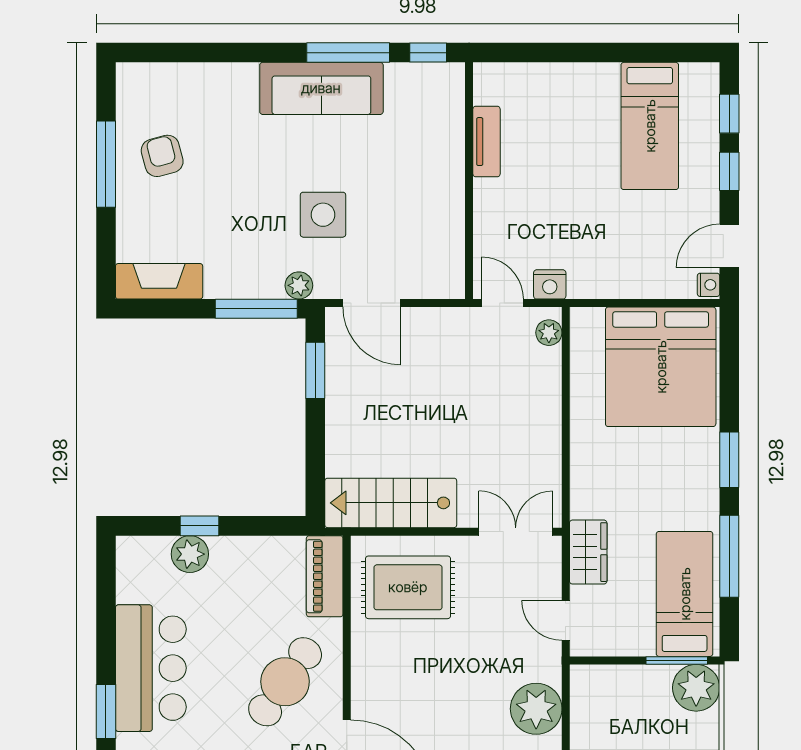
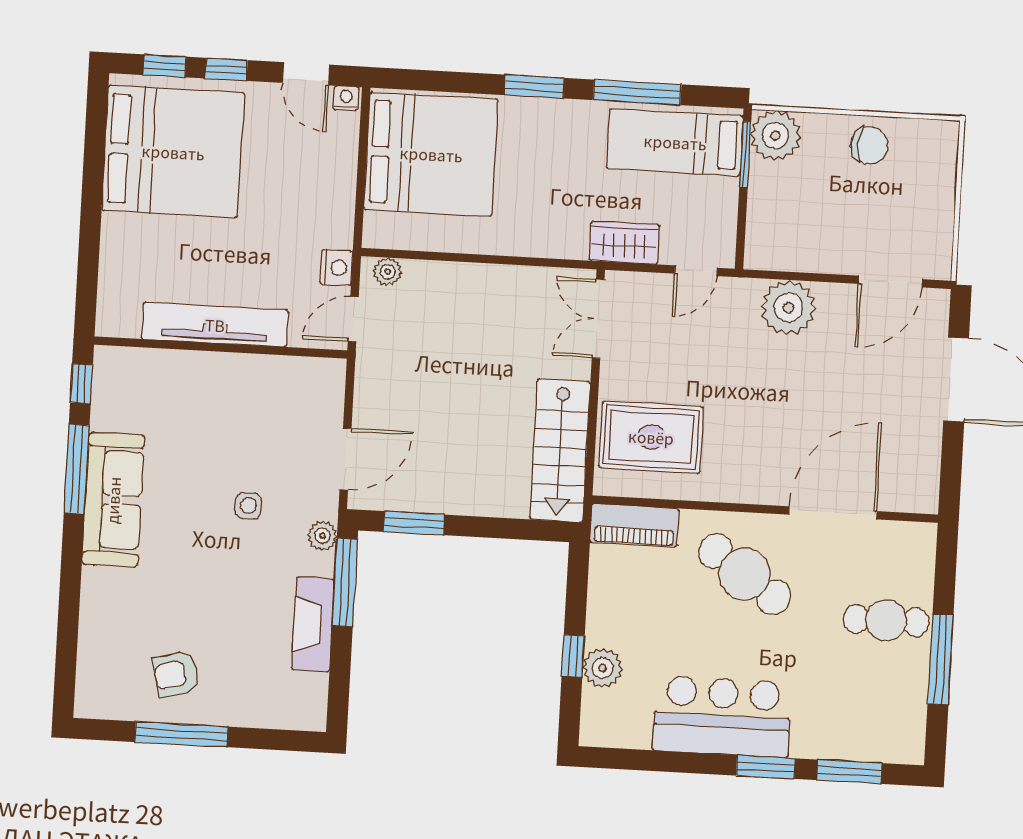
bed: (650, 126) -> (173, 152), width x2.04
tv unit: (486, 142) -> (215, 325), width x1.92, depth x1.29
side table: (323, 215) -> (248, 506), width x0.54, depth x0.54
fireplace: (159, 281) -> (313, 624), moved
rug: (408, 587) -> (651, 437), turned 90

